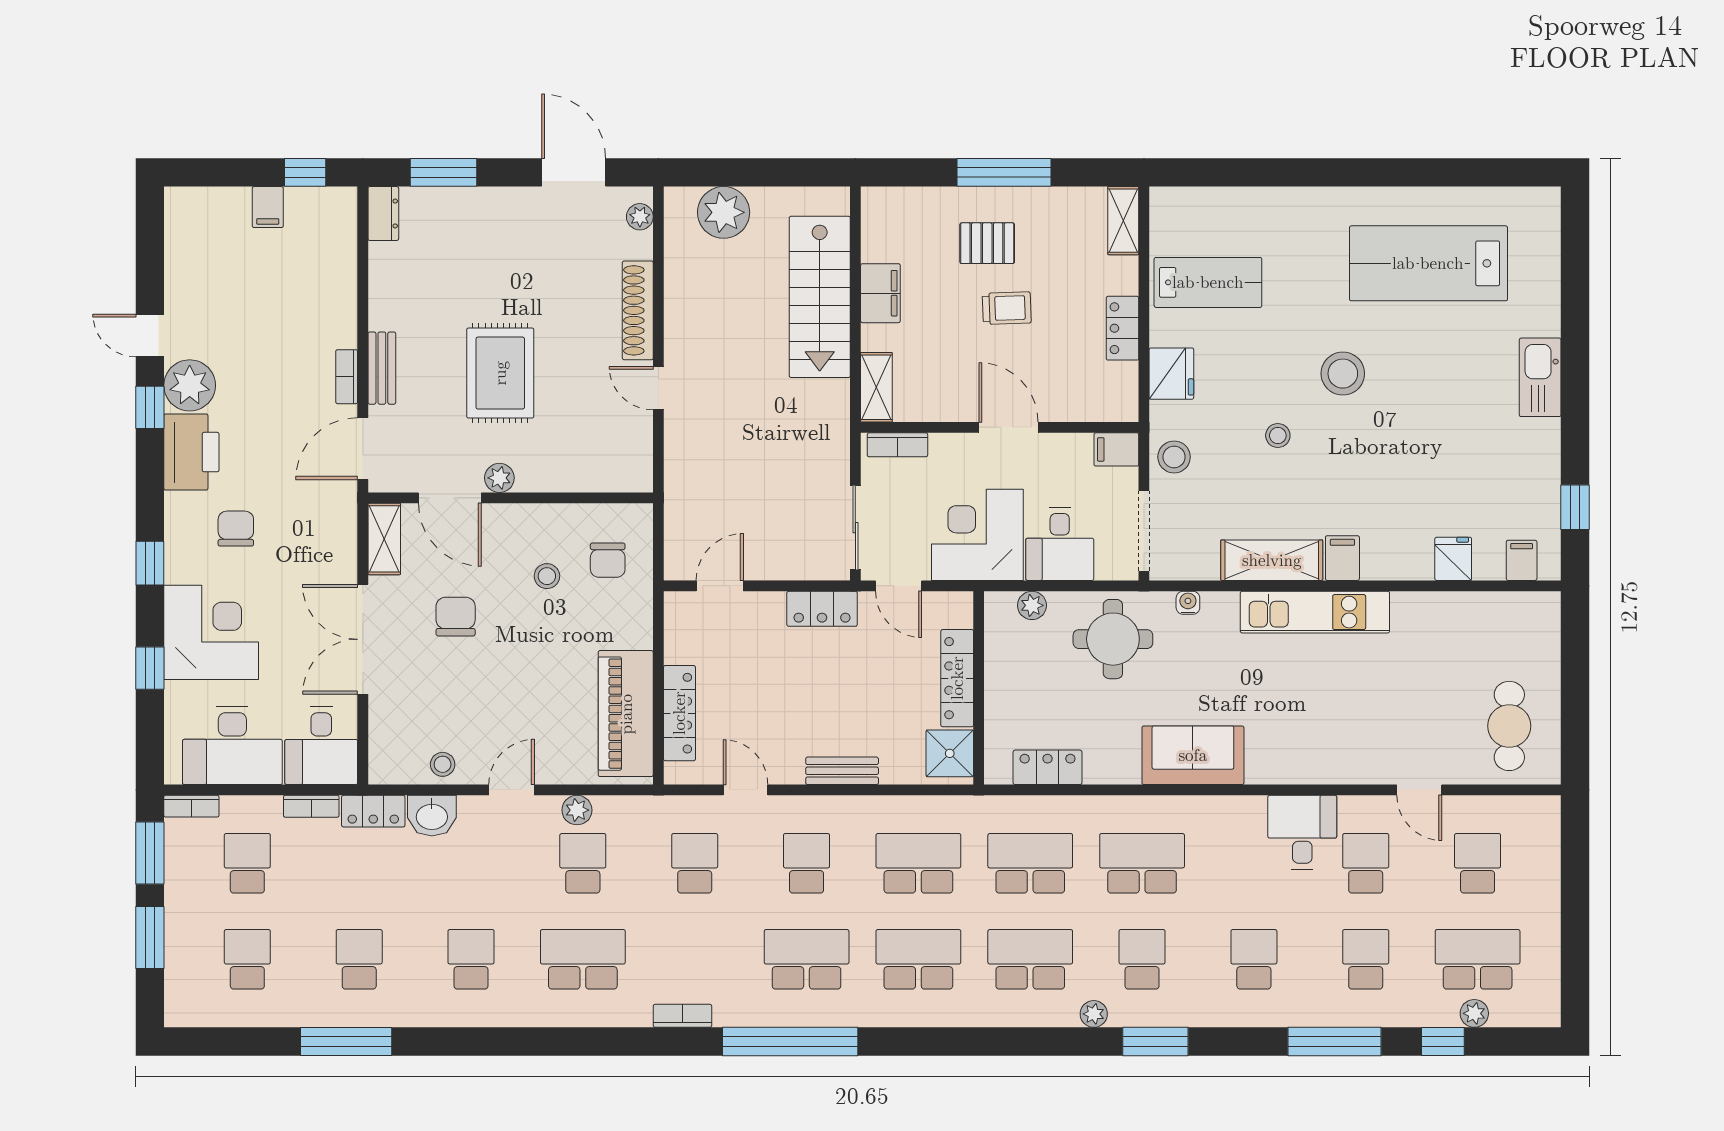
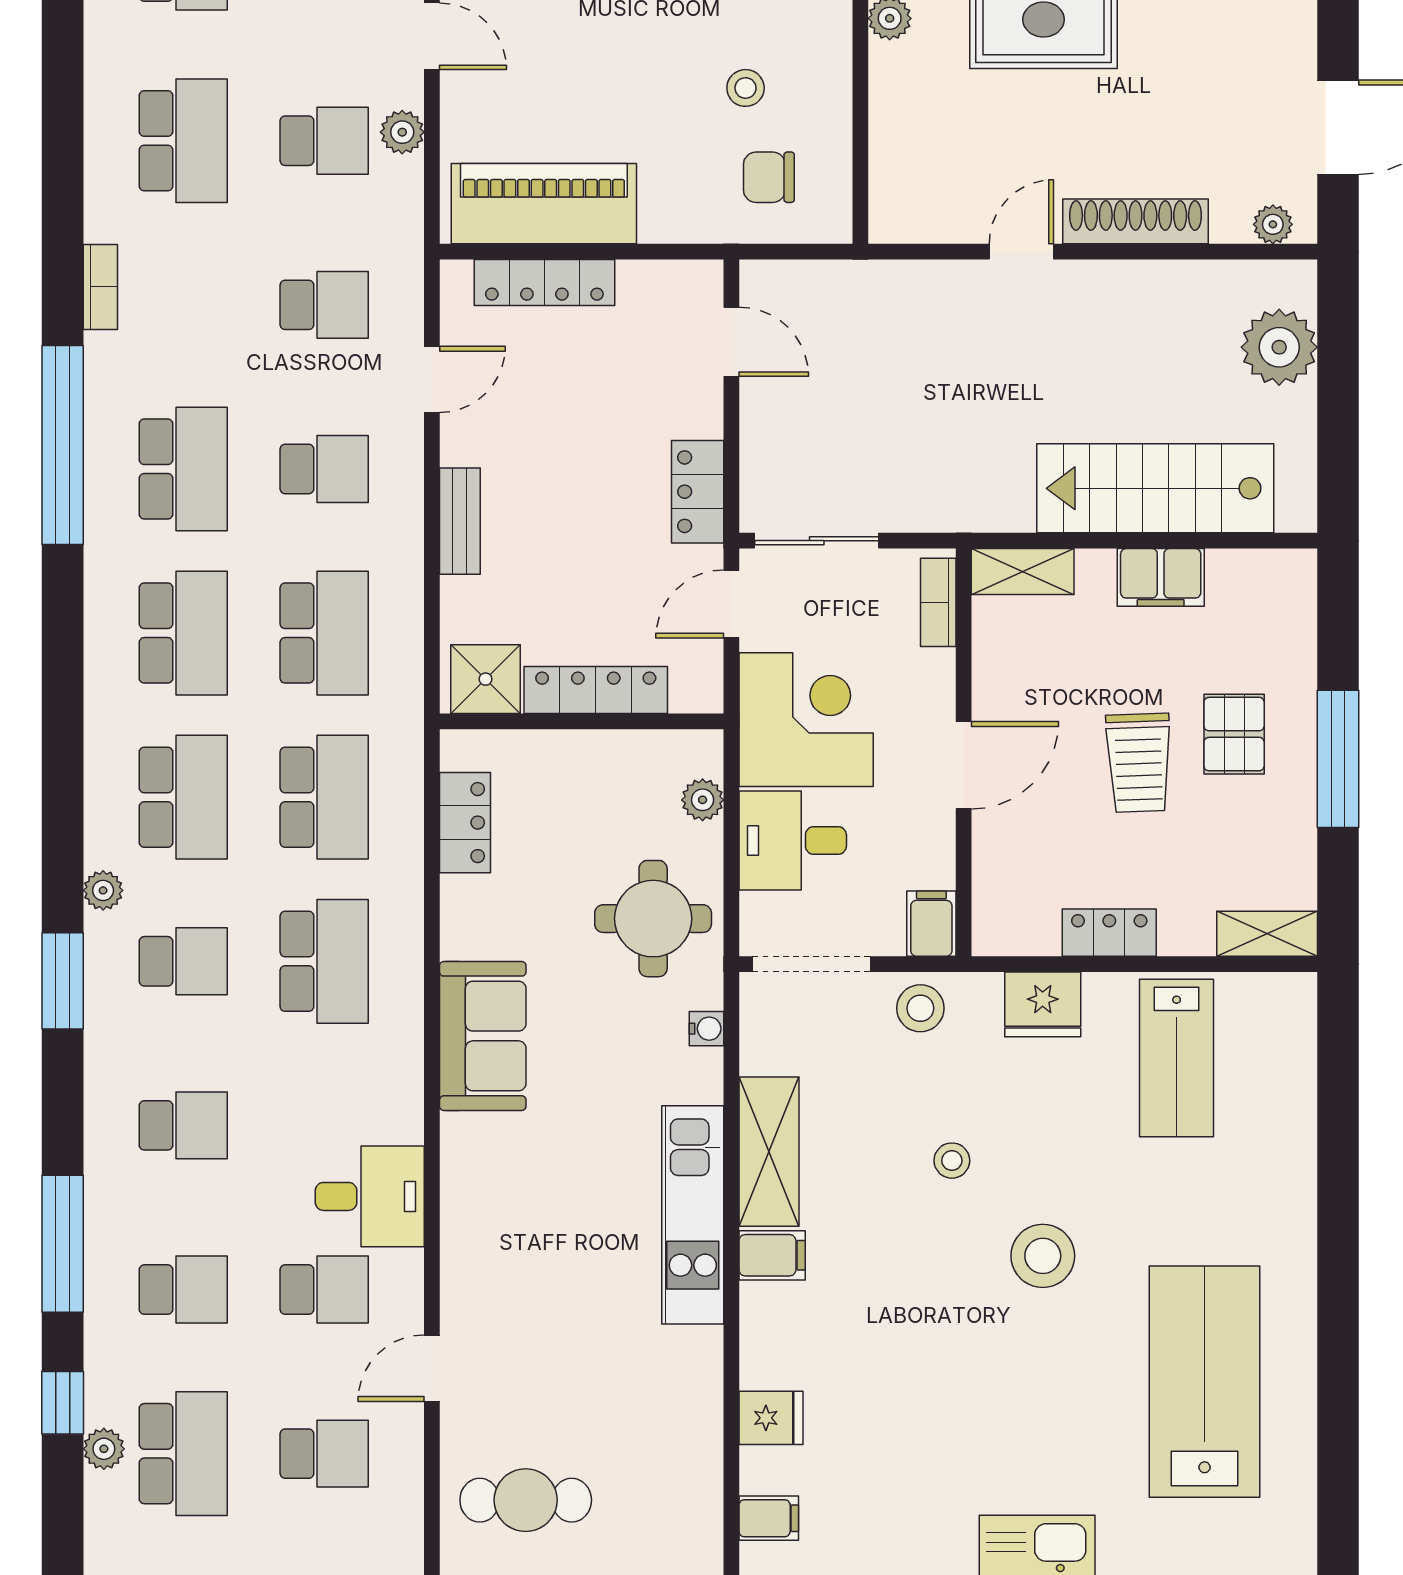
trolley: (1007, 308) -> (1139, 763), width x1.36, depth x1.39

